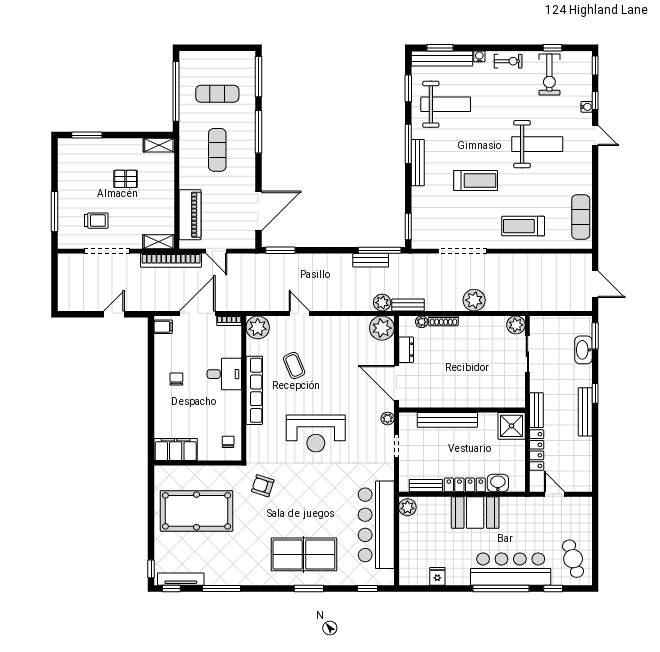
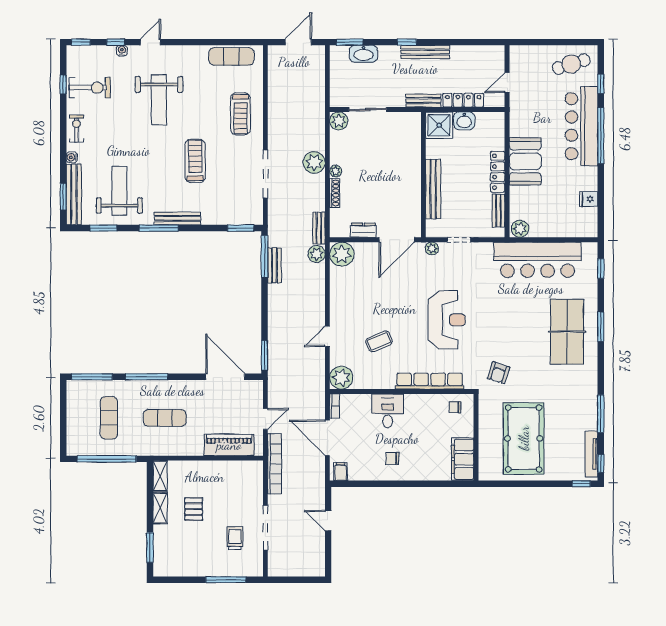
weight bench: (537, 144) -> (159, 100), turned 180
shelving: (159, 242) -> (160, 508), moved
plant: (422, 322) -> (336, 171), moved
row of seats: (254, 390) -> (430, 381), moved
washbasin: (498, 483) -> (464, 121), moved, turned -90

